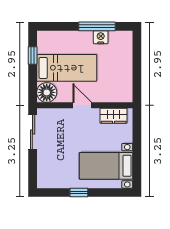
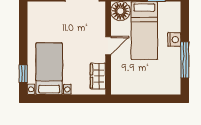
nightstand: (101, 37) -> (174, 40), moved
window: (79, 192) -> (23, 74), moved

